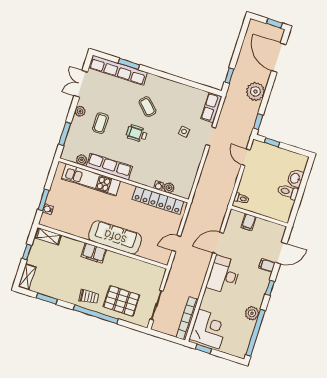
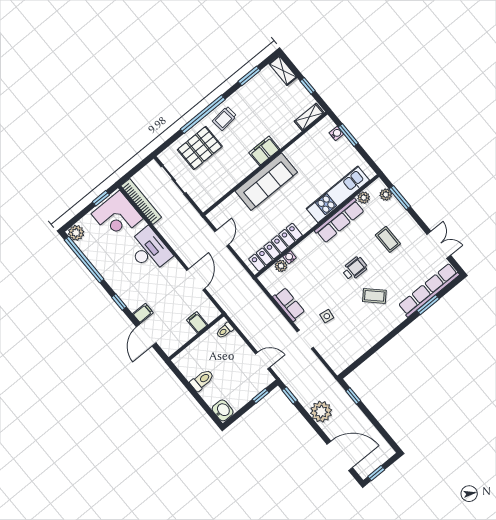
row of seats: (211, 108) -> (289, 304), moved
plant: (80, 111) -> (386, 195), moved
washbasin: (295, 178) -> (223, 410), moved
desk: (224, 275) -> (149, 250), moved
plant: (252, 313) -> (76, 233), moved

